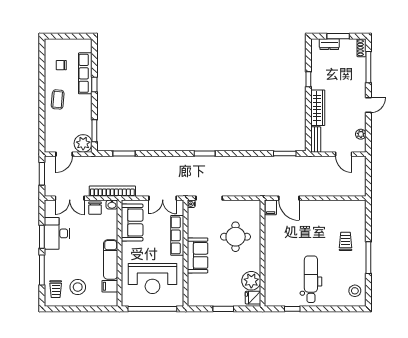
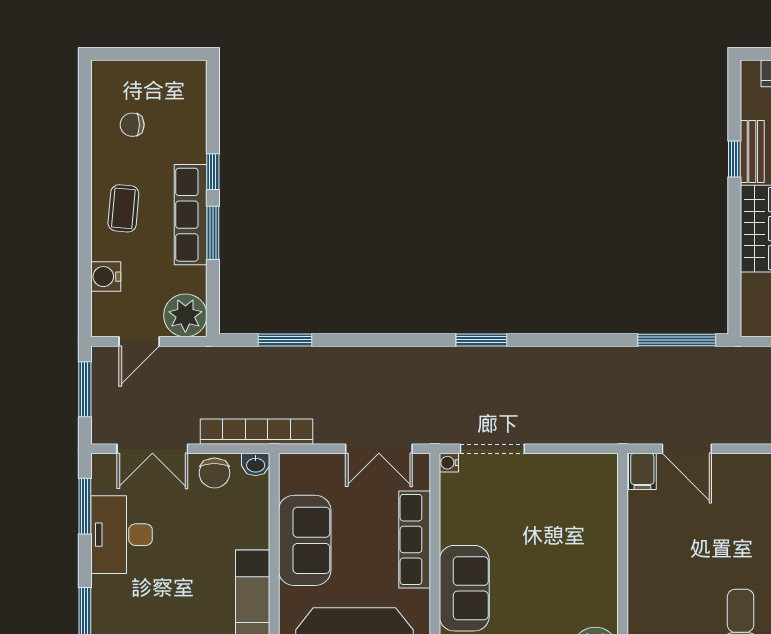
row of seats: (85, 73) -> (191, 215), moved
water cooler: (50, 127) -> (106, 277), added
window: (94, 131) -> (213, 233), moved
bench: (316, 139) -> (752, 151), moved
window: (285, 153) -> (677, 340), width x1.44
sofa: (132, 222) -> (305, 540), moved
window: (42, 237) -> (85, 506), moved
round table: (236, 237) -> (557, 543), removed

